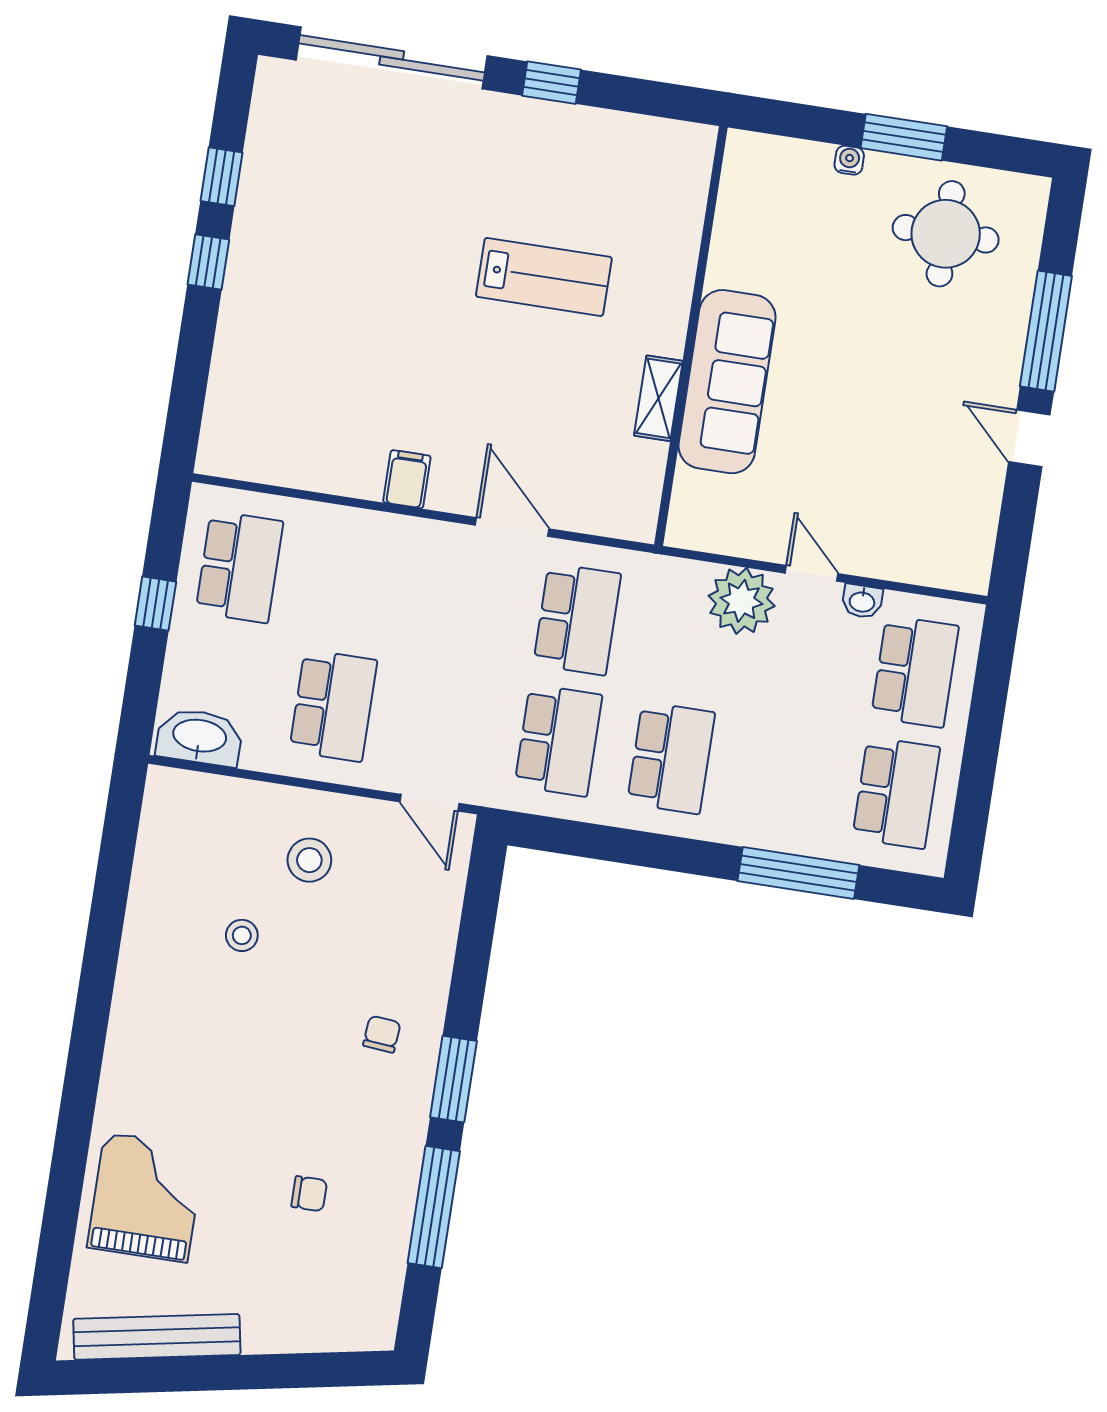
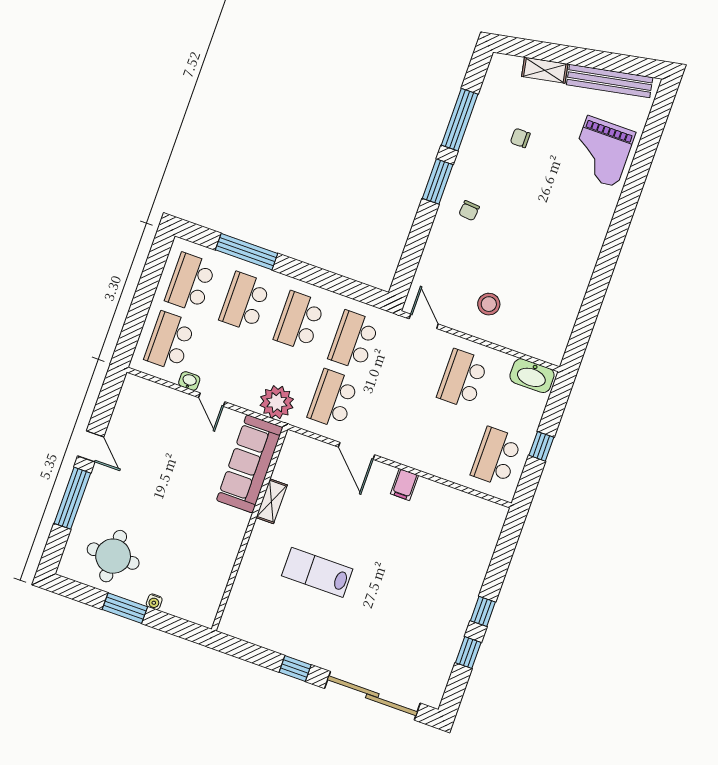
sofa: (727, 382) -> (250, 464), moved
plant: (742, 601) -> (277, 402), moved
school desk: (784, 775) -> (245, 302), added
stool: (242, 935) -> (530, 273), removed
shelving: (287, 1334) -> (545, 70), added

